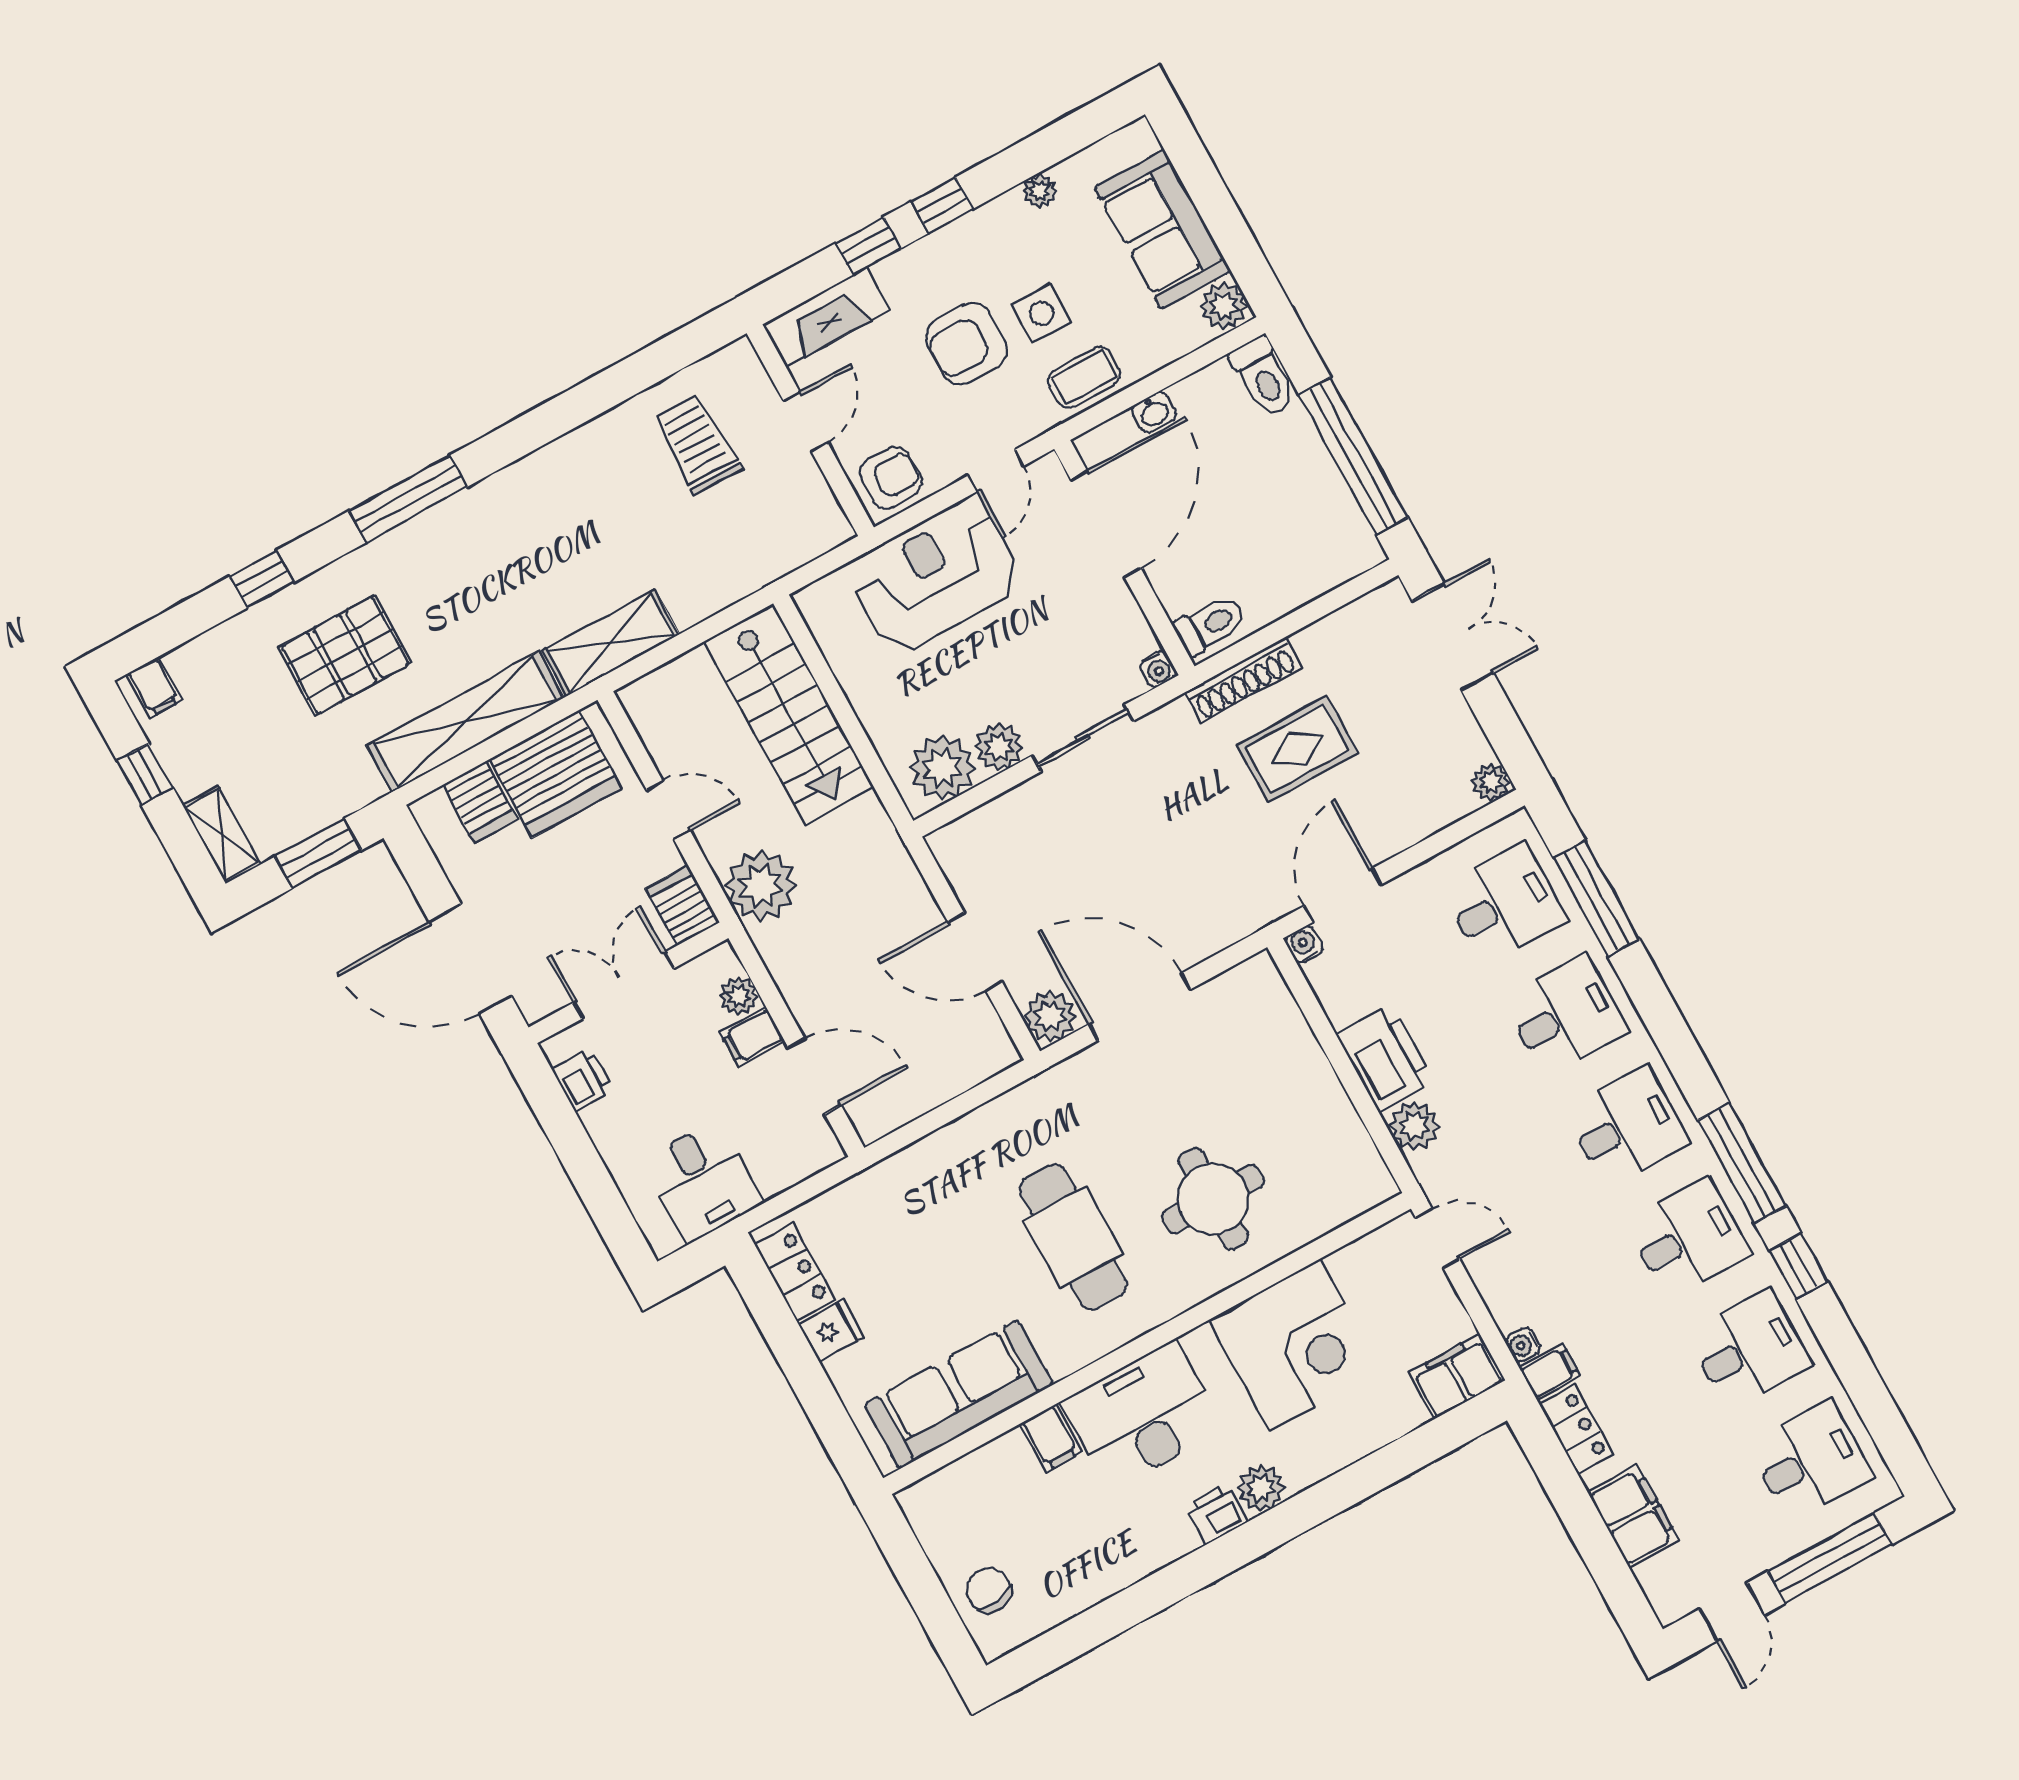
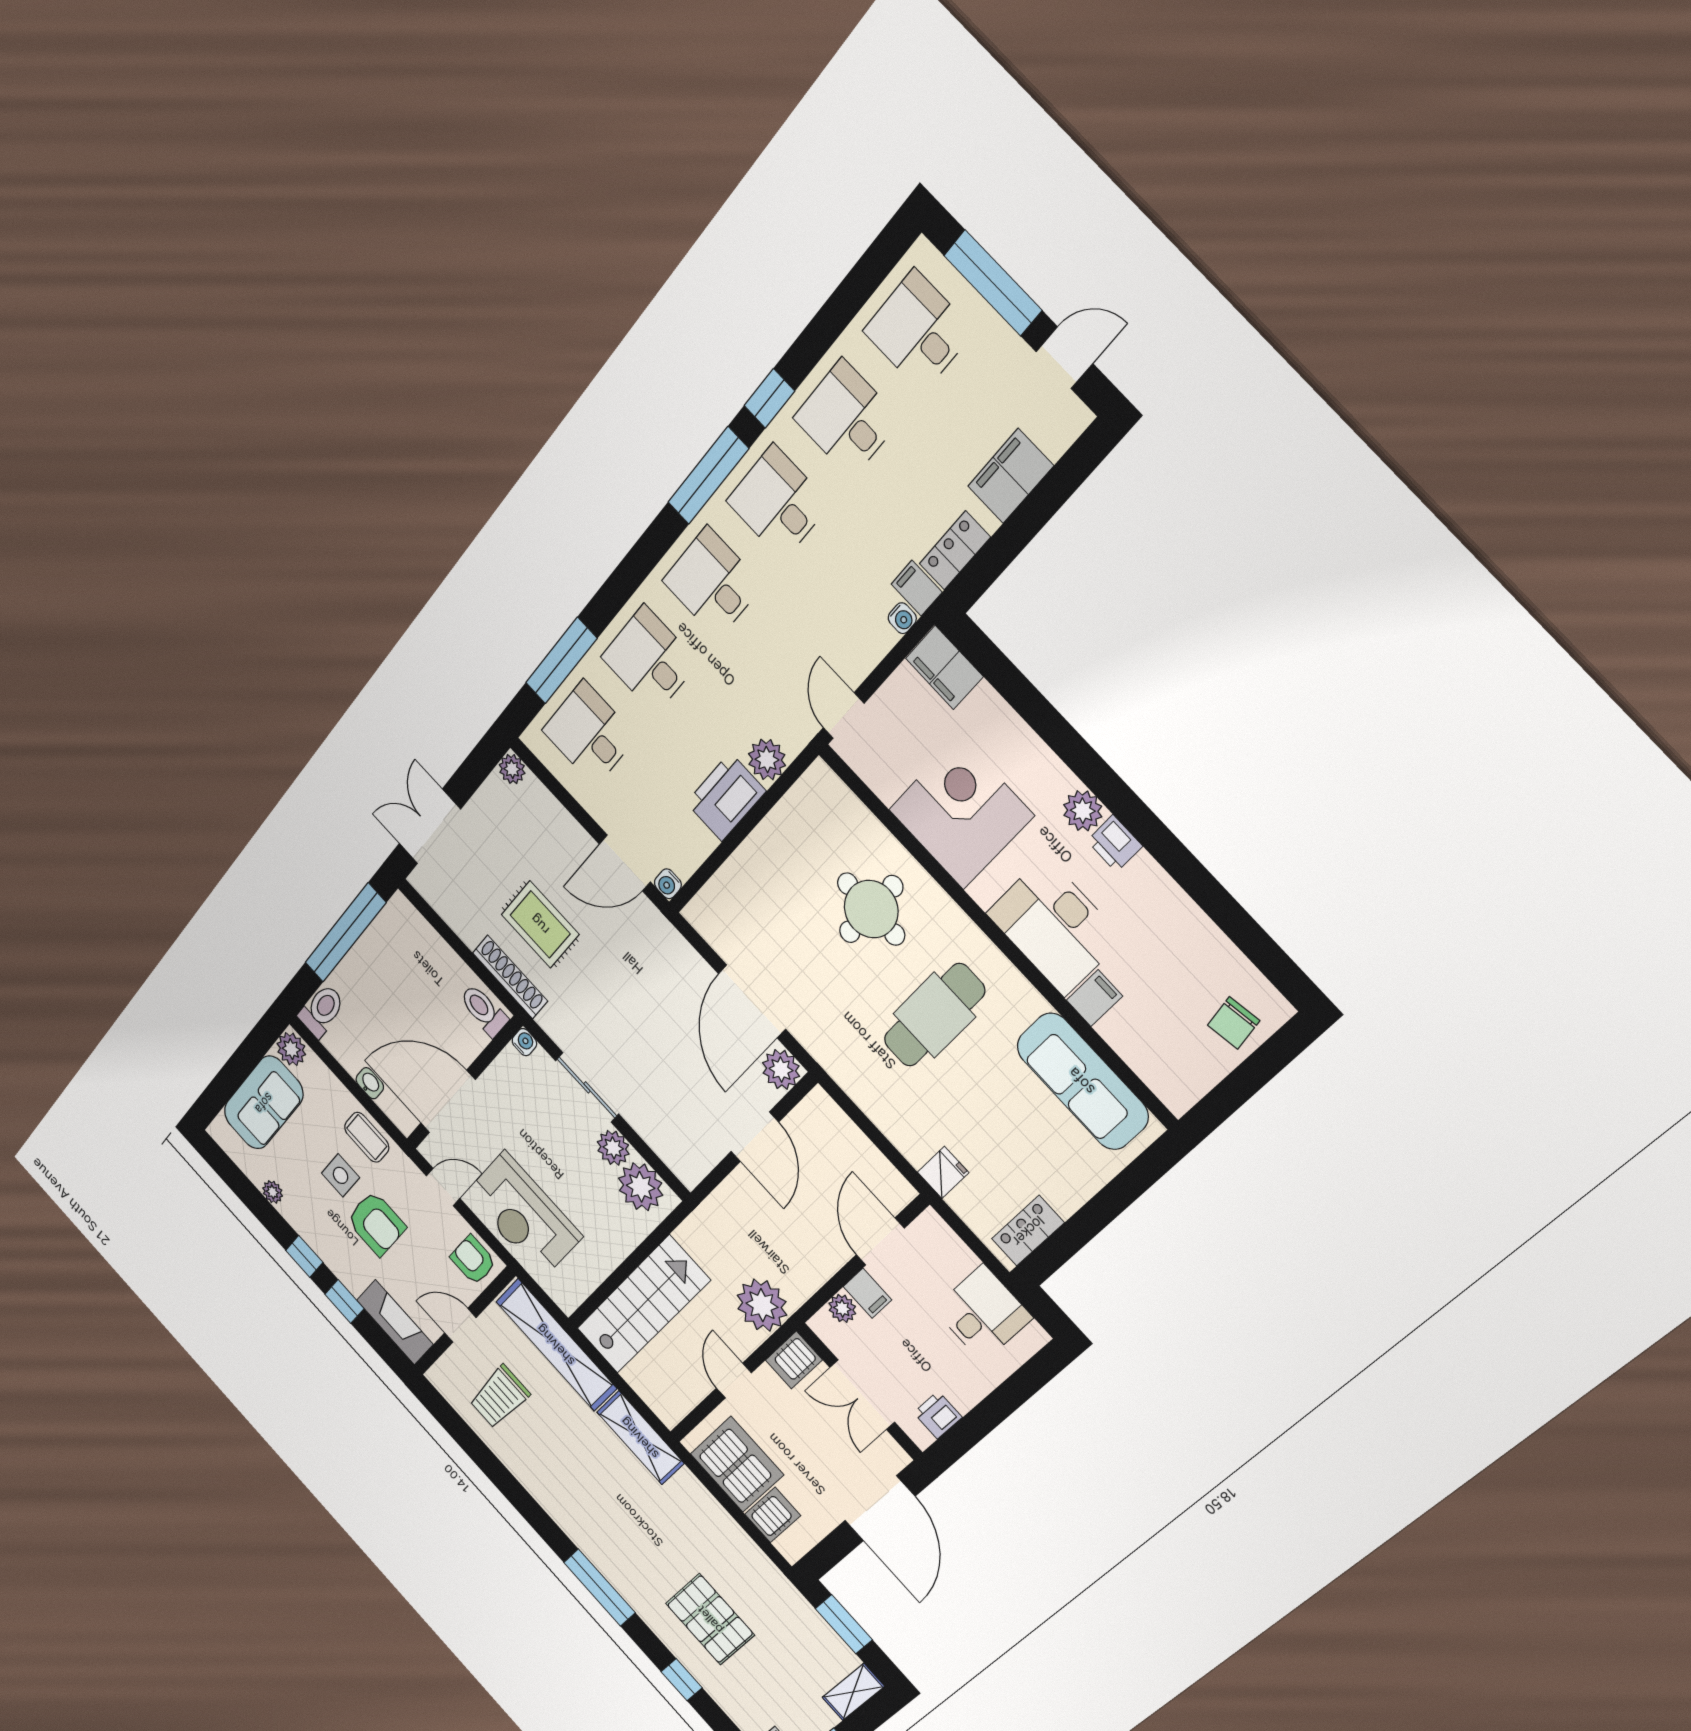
shelving: (465, 722) -> (556, 1345), moved
fridge: (831, 1330) -> (943, 1172), moved, turned 90

